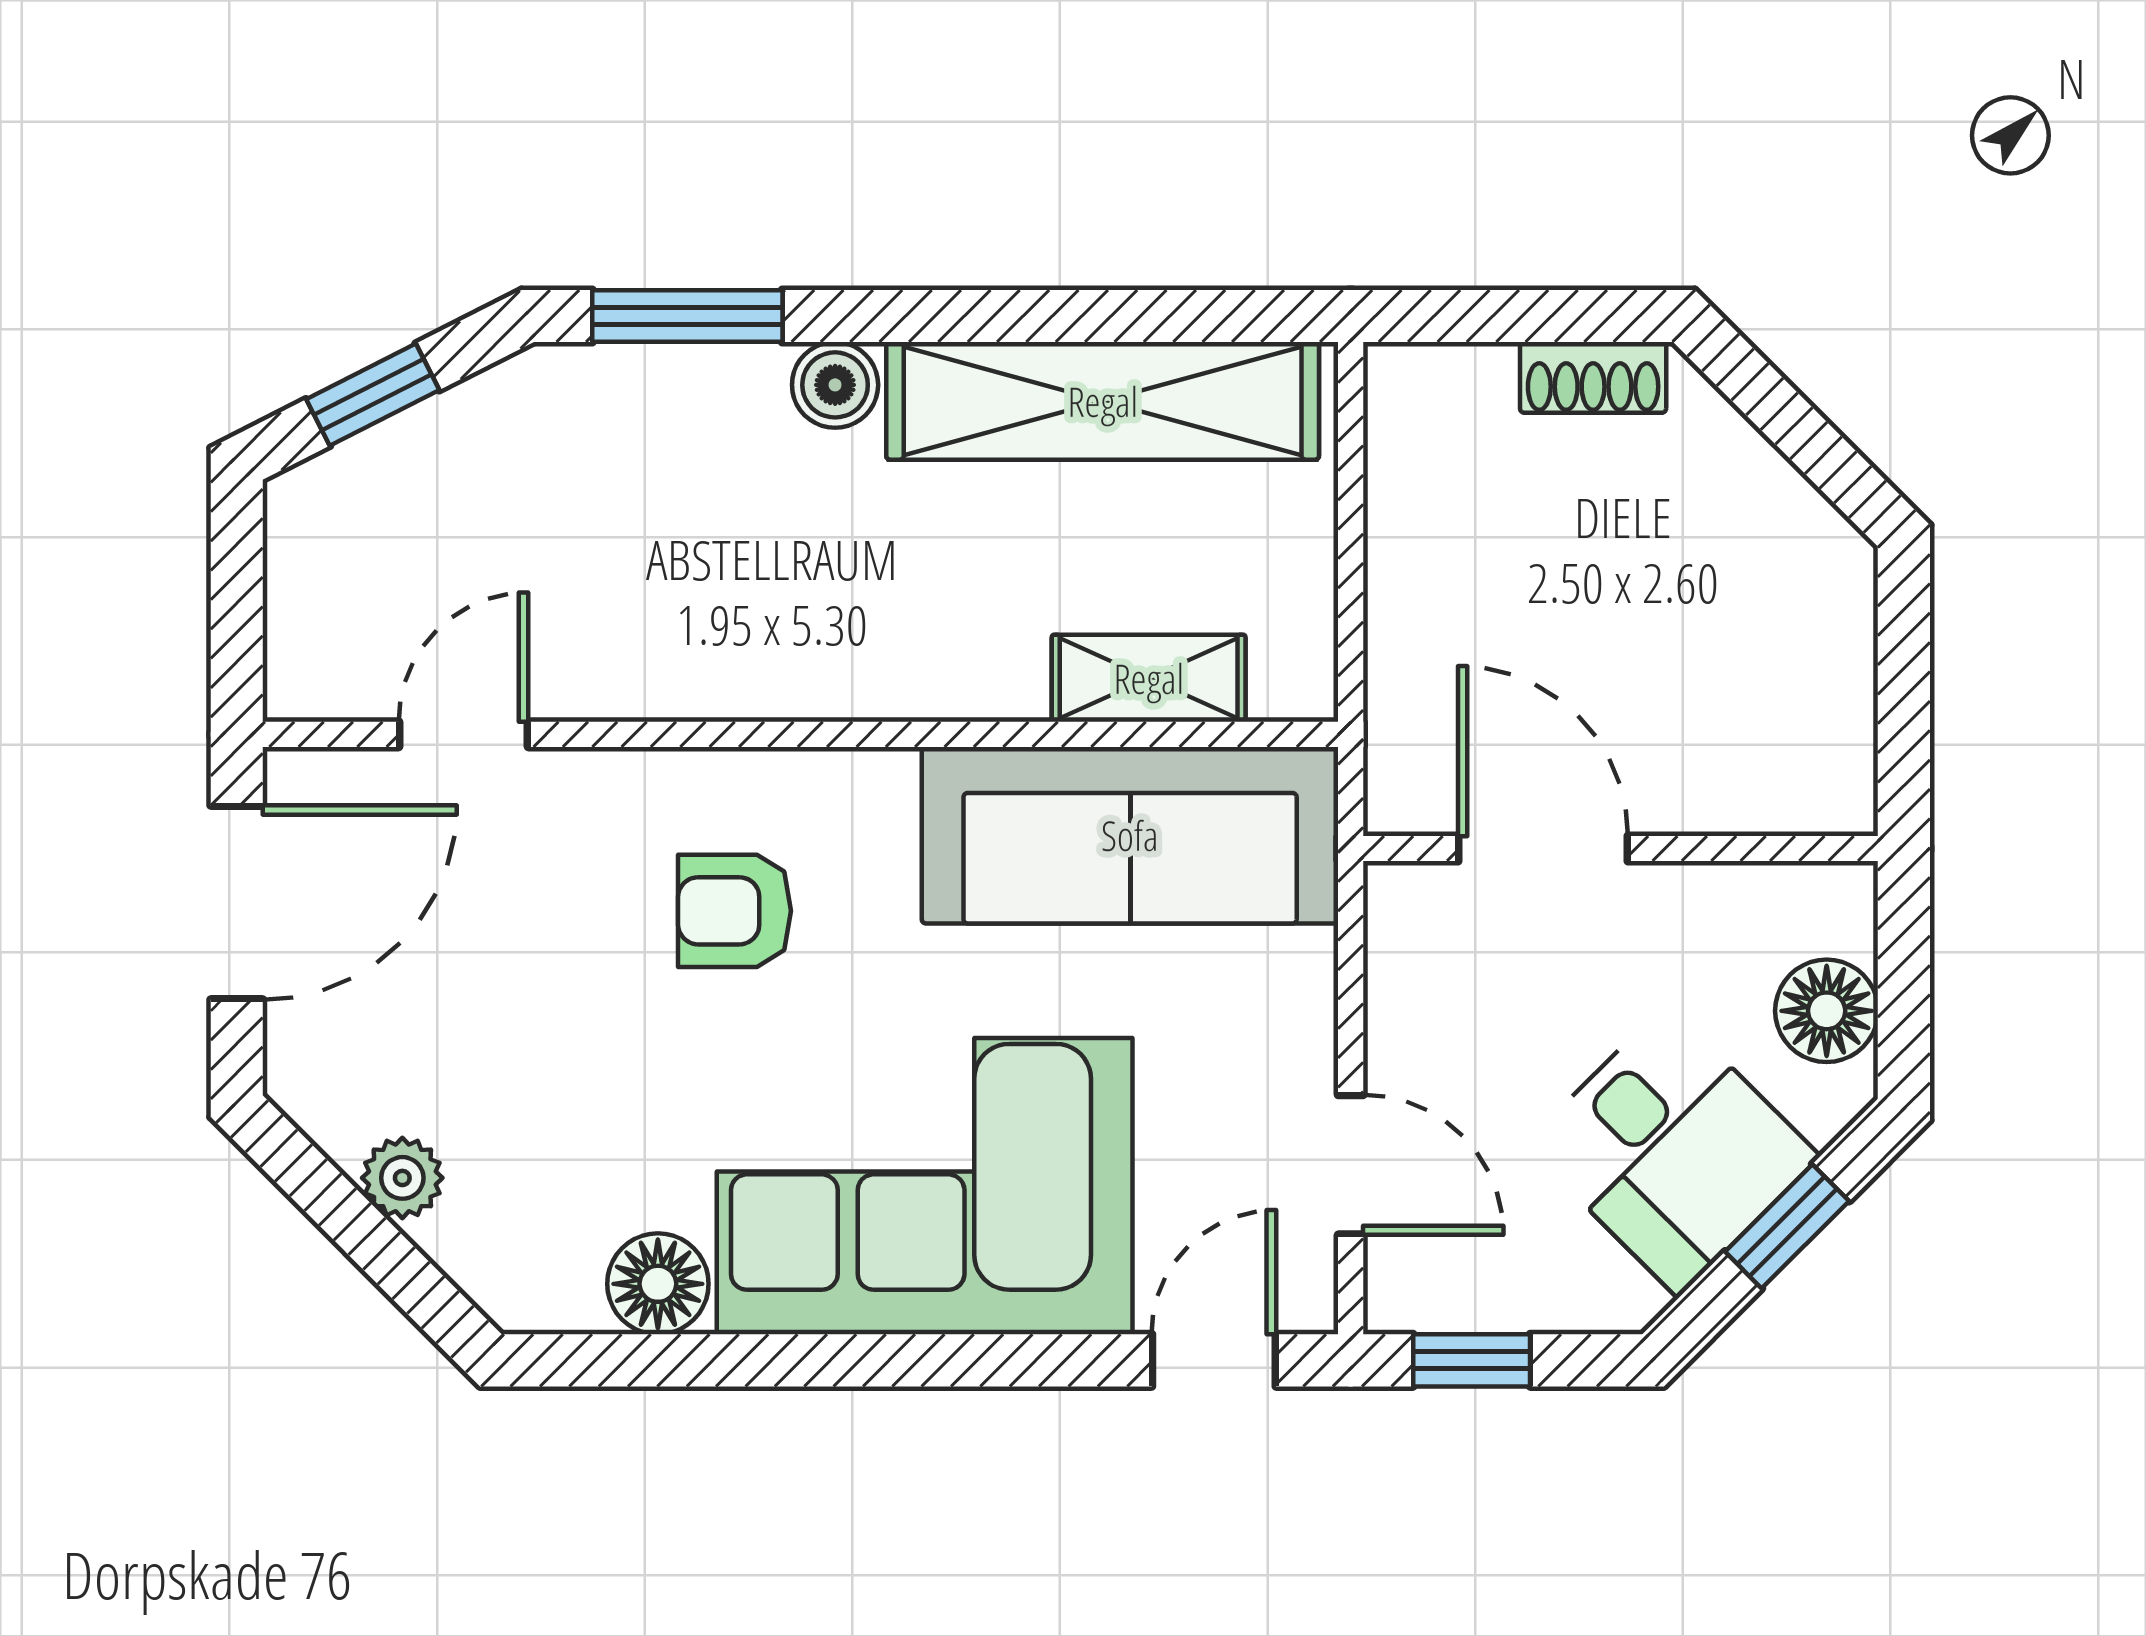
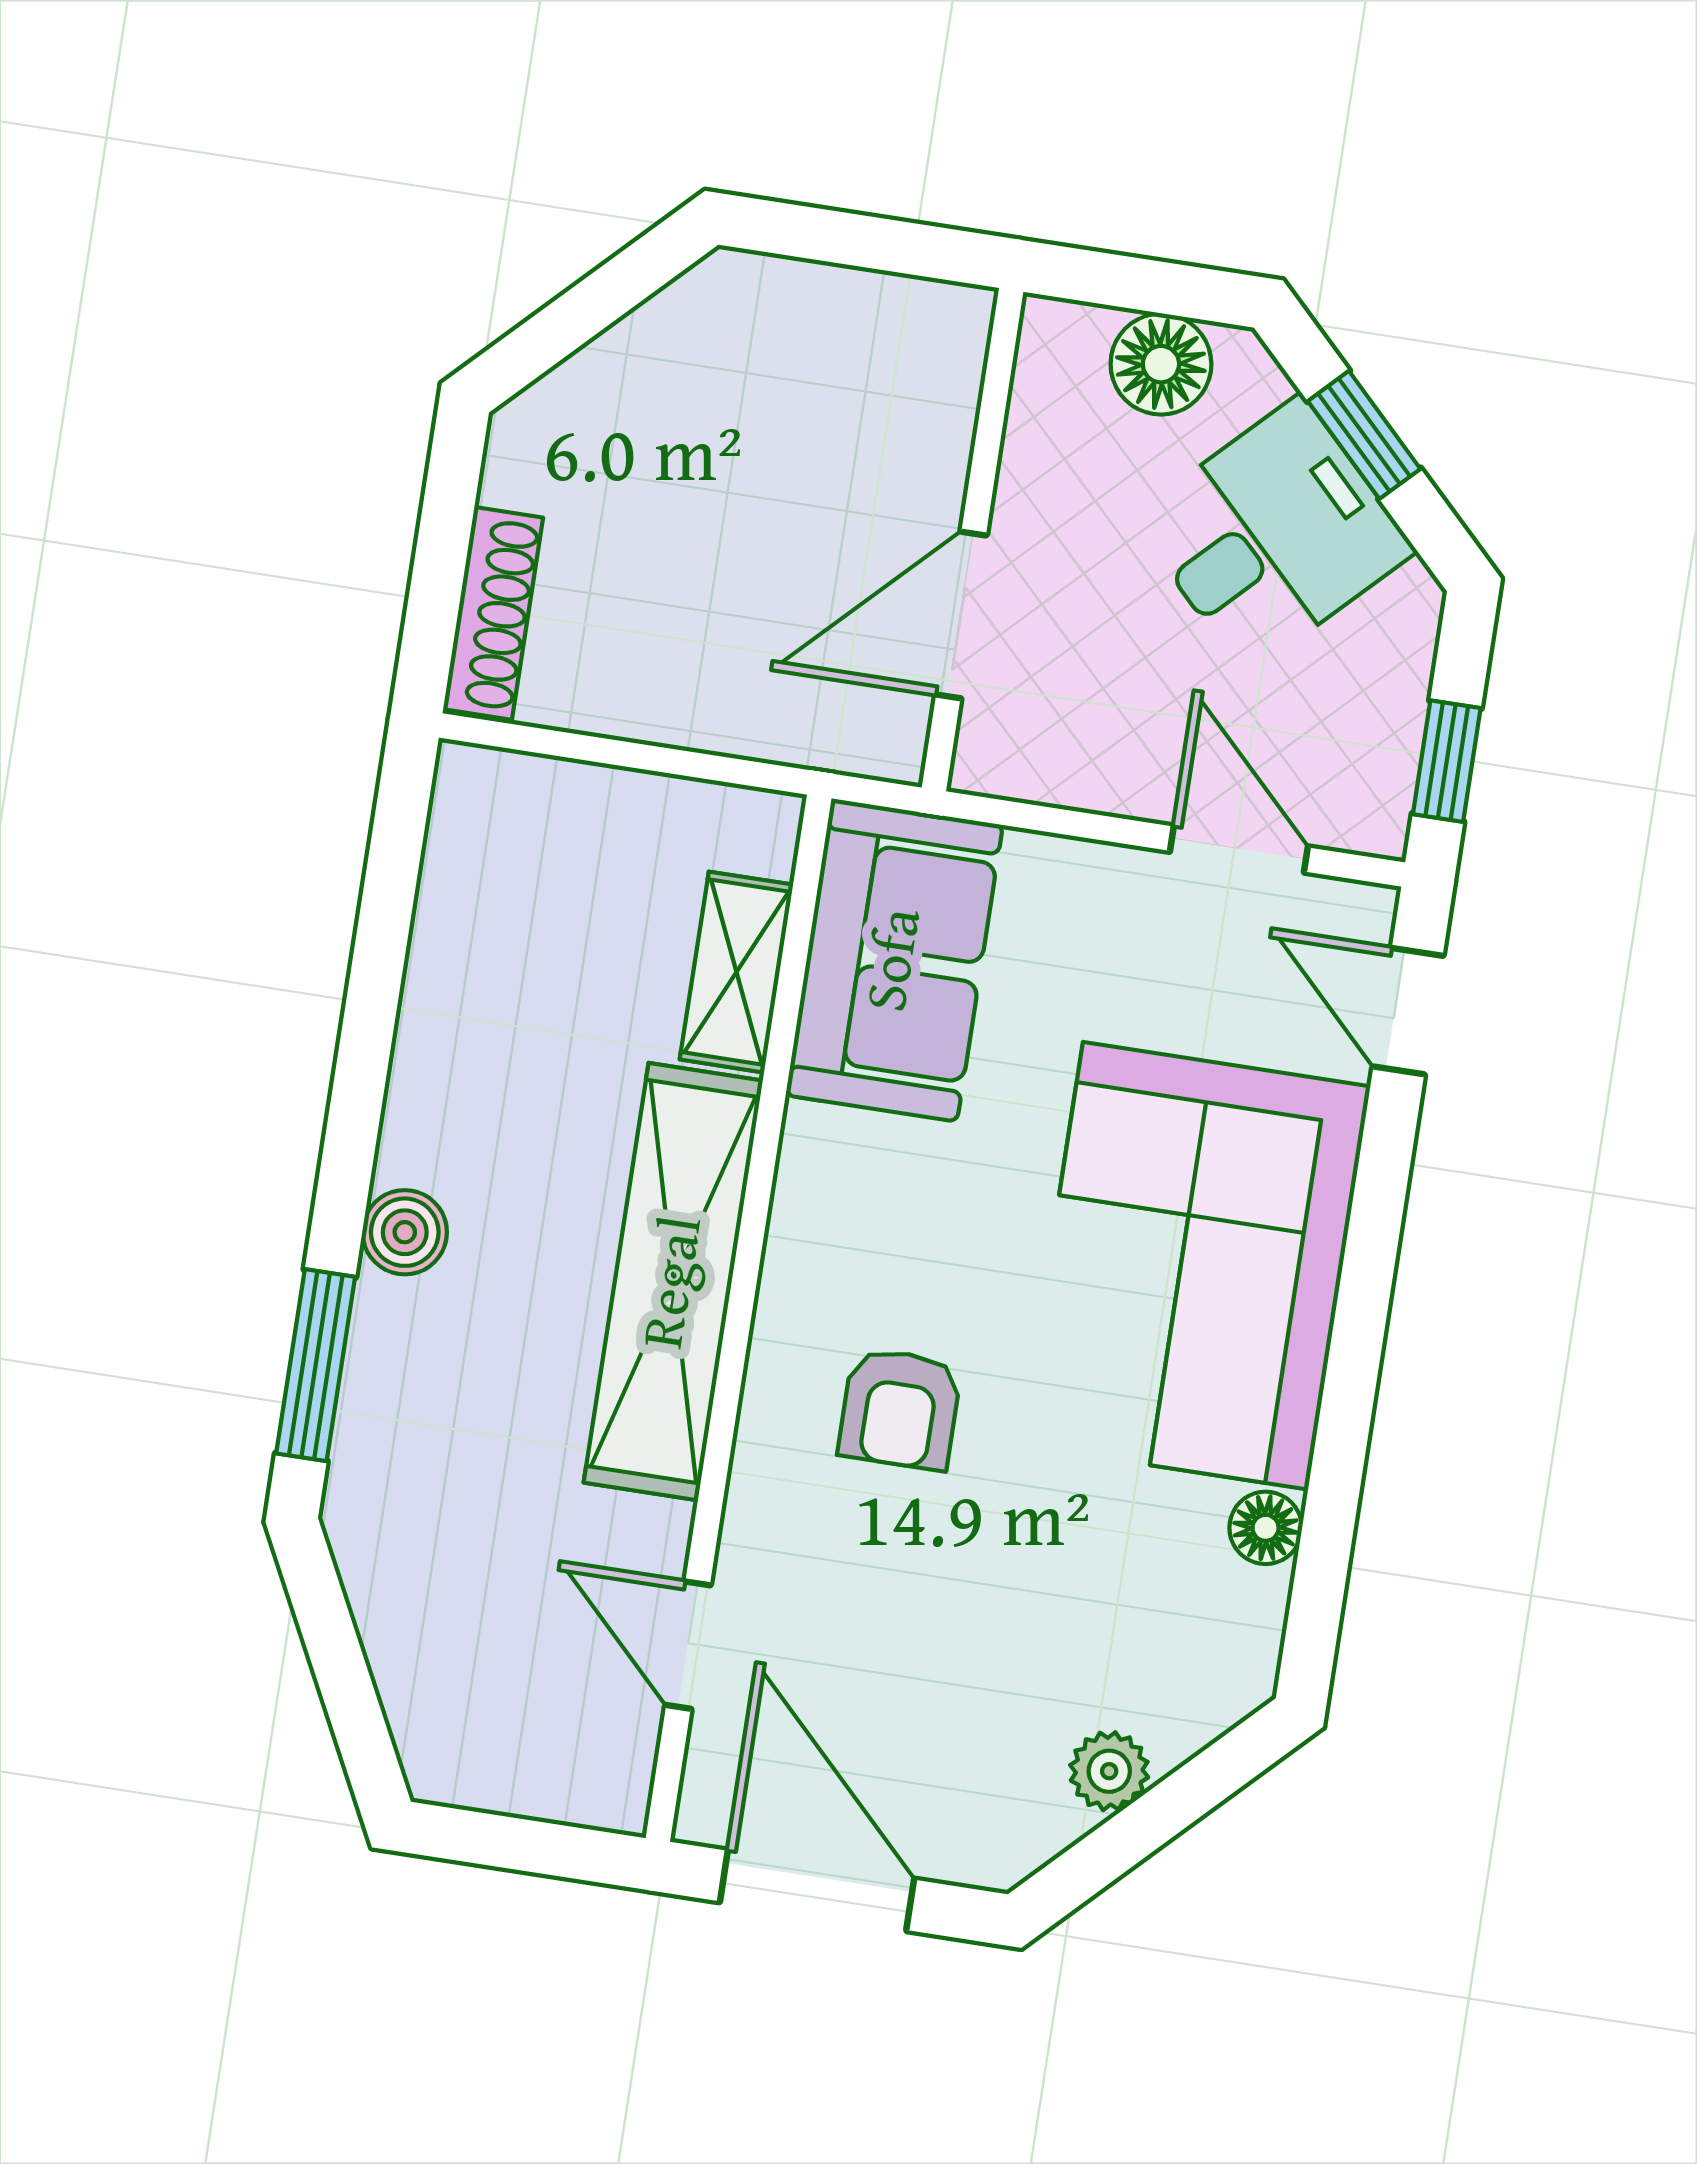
shoe rack: (1593, 377) -> (493, 613), moved, width x1.43
window: (373, 395) -> (345, 1682), removed
shelving: (1103, 401) -> (673, 1282), moved
sofa: (1130, 835) -> (894, 960), width x0.73
door: (1351, 1165) -> (1239, 849), hinge flipped
floor lamp: (658, 1284) -> (1266, 1528), width x0.73, depth x0.73

